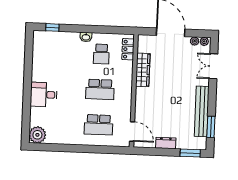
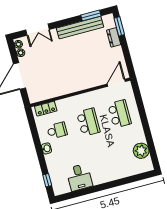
wardrobe: (143, 70) -> (60, 90), removed
desk: (44, 95) -> (79, 177), moved
plant: (37, 135) -> (141, 151), moved
dresser: (166, 143) -> (114, 37), moved

